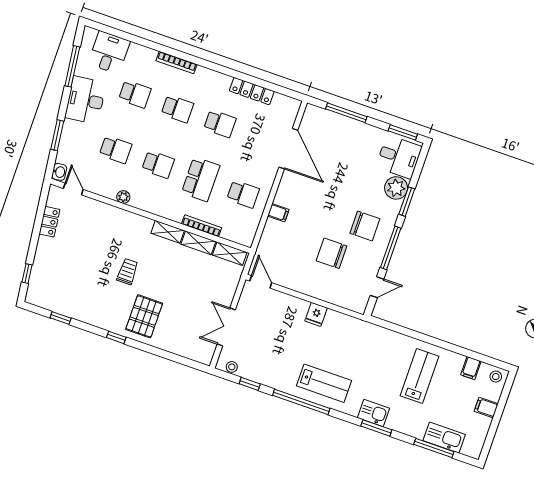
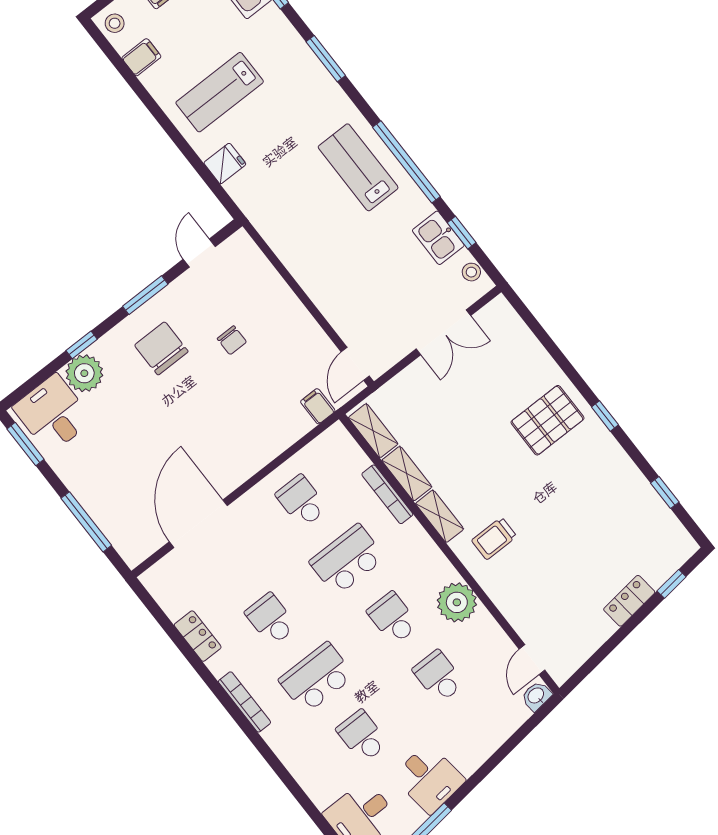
bookcase: (177, 63) -> (244, 702), moved
locker: (252, 91) -> (198, 636), width x0.66
desk: (86, 100) -> (429, 778), width x0.73
school desk: (177, 109) -> (316, 678), width x1.85
window: (57, 135) -> (506, 748), removed
plant: (123, 197) -> (457, 602), width x1.88, depth x1.88
window: (407, 202) -> (82, 345), width x0.67
filing cabinet: (278, 213) -> (318, 406), moved
locker: (49, 222) -> (629, 601), moved
window: (391, 248) -> (145, 295), width x0.69
chair: (332, 253) -> (232, 340), width x0.54, depth x0.54
trolley: (127, 272) -> (494, 538), moved
door: (377, 287) -> (199, 253), hinge flipped
fridge: (316, 314) -> (225, 163), moved
kitchen sink: (374, 413) -> (438, 238), moved

